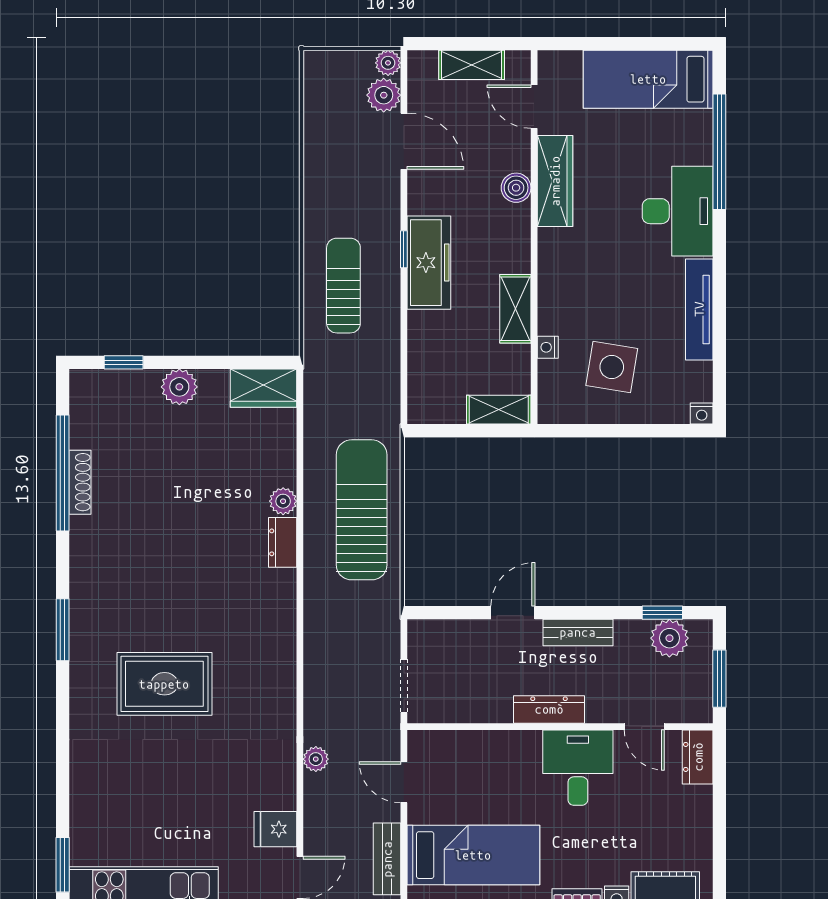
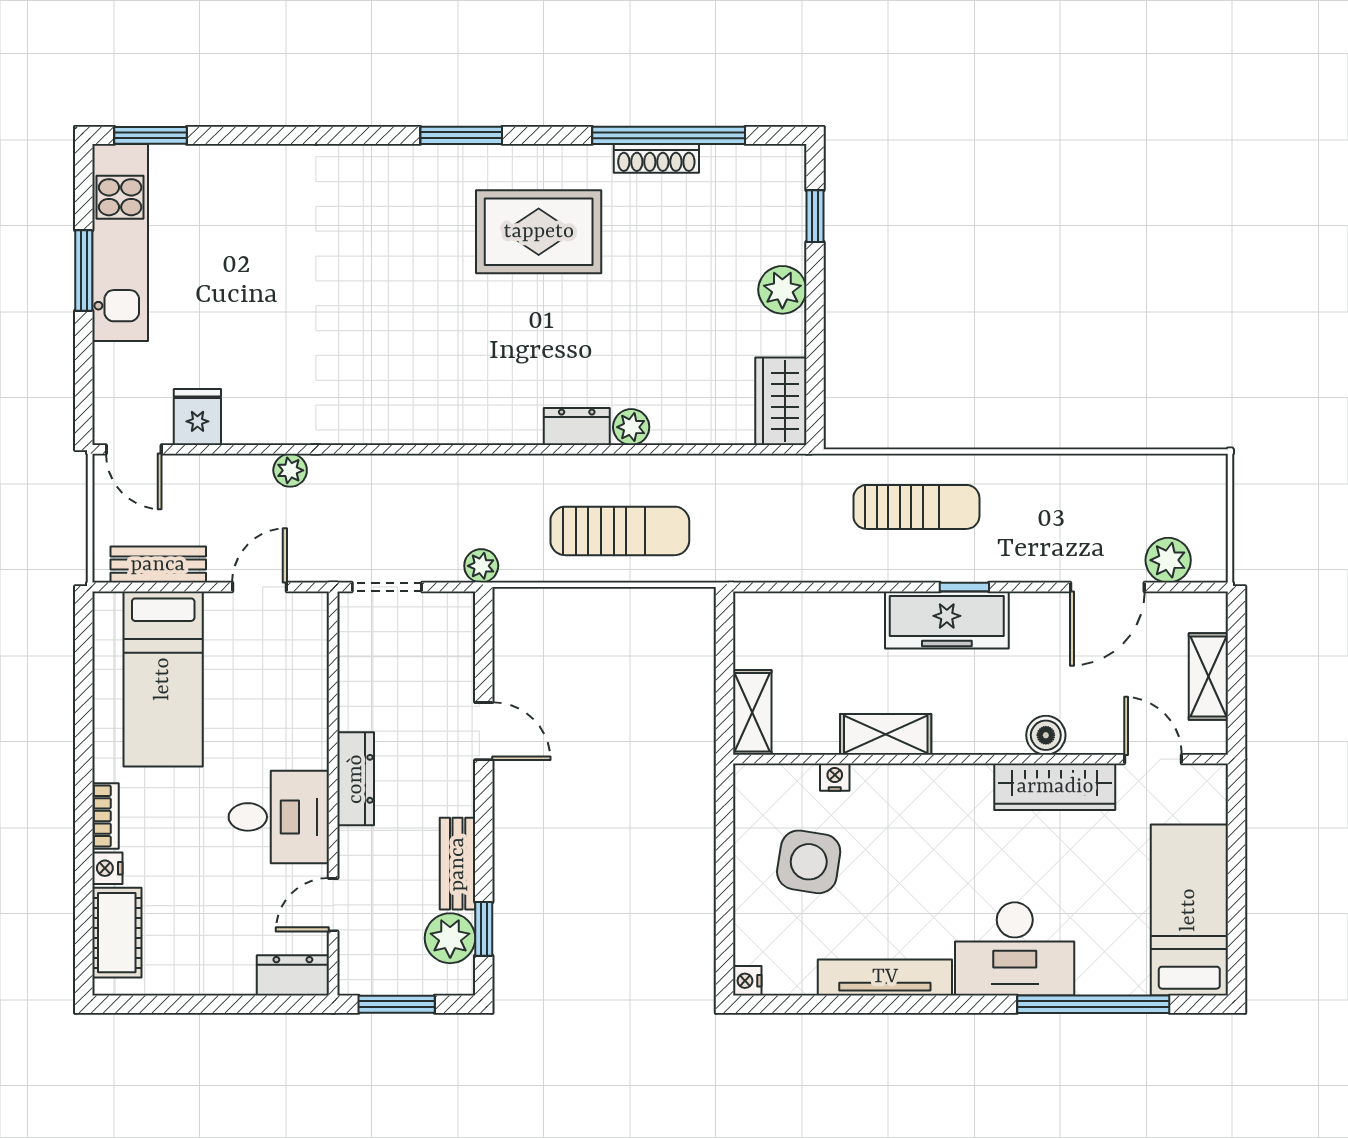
plant: (388, 63) -> (481, 566), moved
door: (534, 107) -> (1153, 759), hinge flipped
sun lounger: (362, 510) -> (620, 531), width x0.73, depth x0.75
bench: (578, 632) -> (458, 864), moved
rug: (164, 684) -> (539, 232), moved, turned 90

